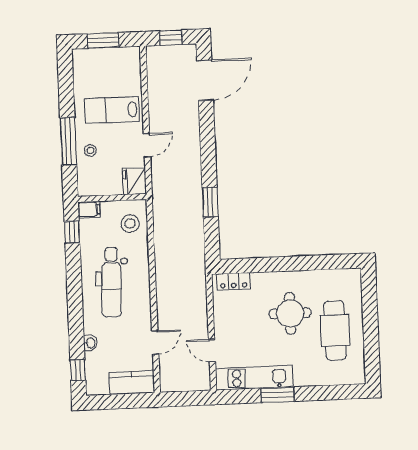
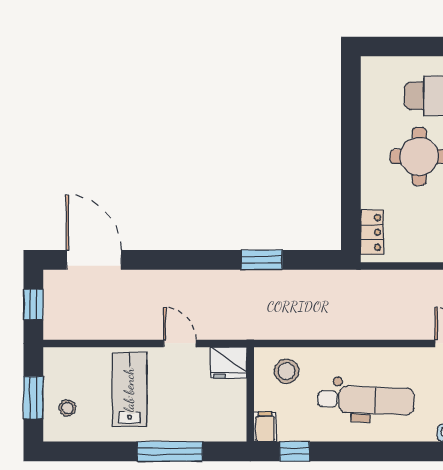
lab bench: (112, 110) -> (129, 390), turned 180
stool: (90, 150) -> (67, 408), moved

